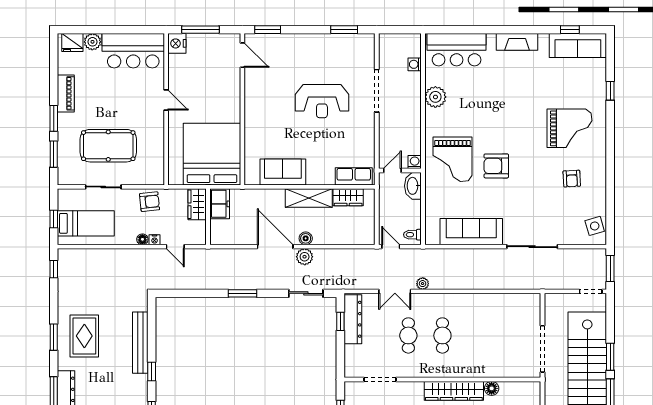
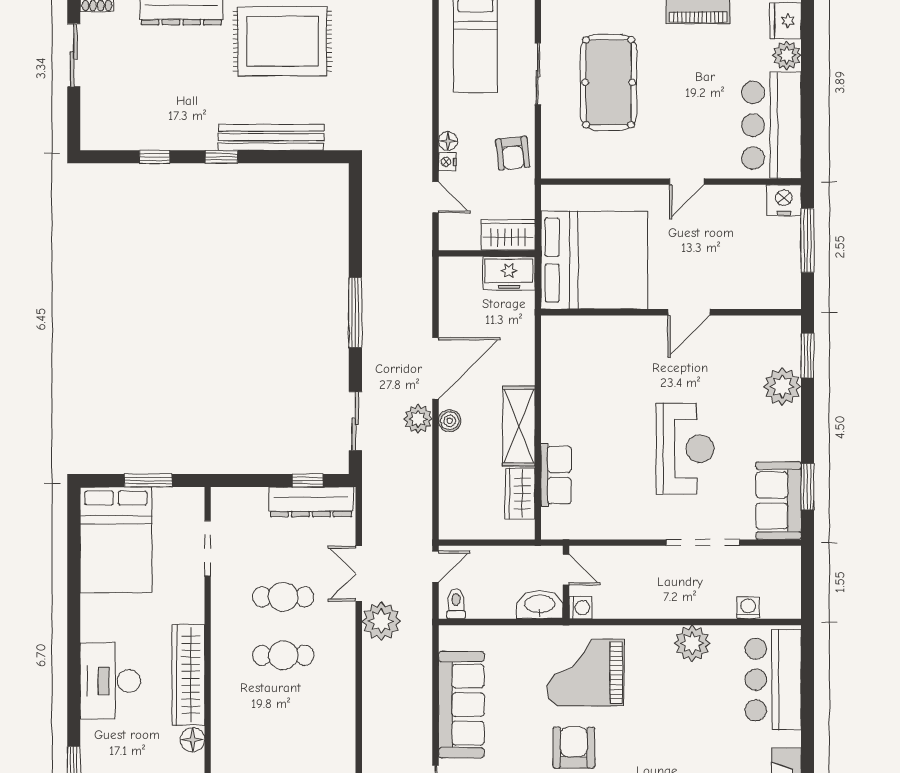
plant: (286, 44) -> (782, 387), added
door: (242, 55) -> (689, 312), moved
reception desk: (322, 101) -> (685, 449), turned 180
sofa: (283, 172) -> (779, 501), moved, turned 180
row of seats: (354, 176) -> (556, 475), moved
door: (175, 247) -> (436, 197), swing flipped
plant: (423, 284) -> (381, 621), width x1.87, depth x1.87
window: (242, 293) -> (355, 312), width x1.44
rug: (84, 336) -> (282, 41), width x1.37, depth x1.44

